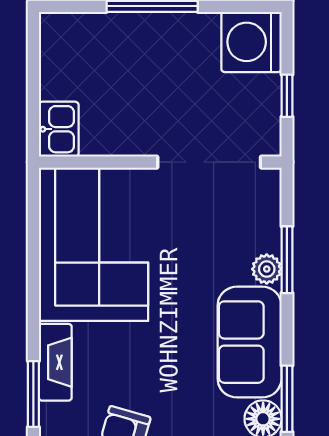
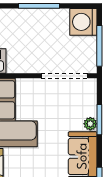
window: (287, 96) -> (99, 46), width x2.17

